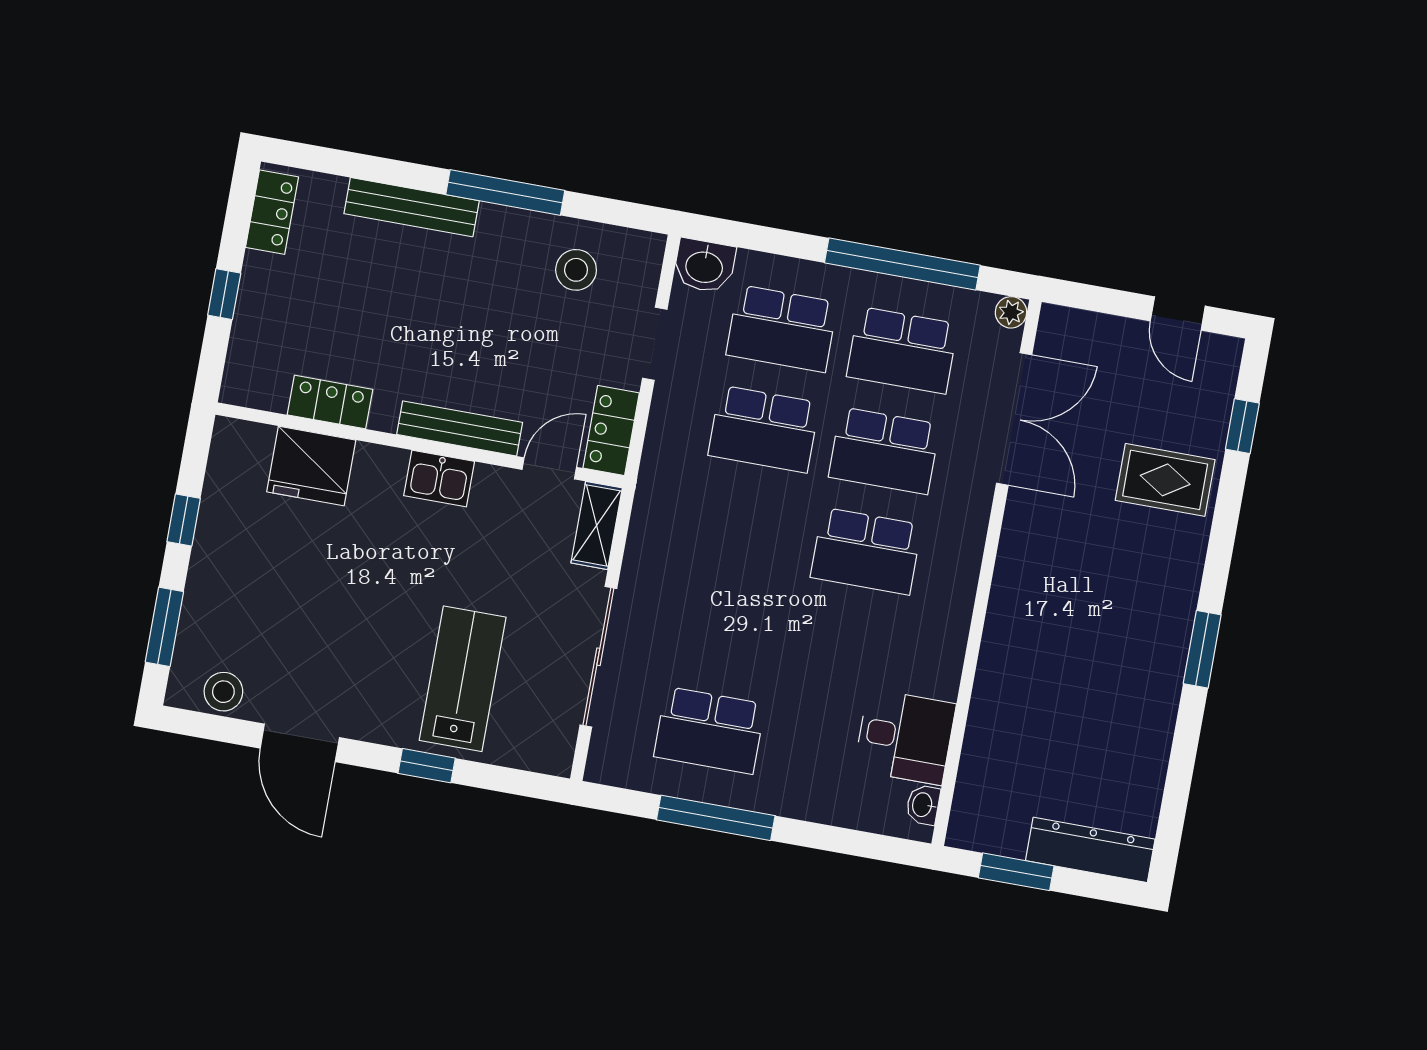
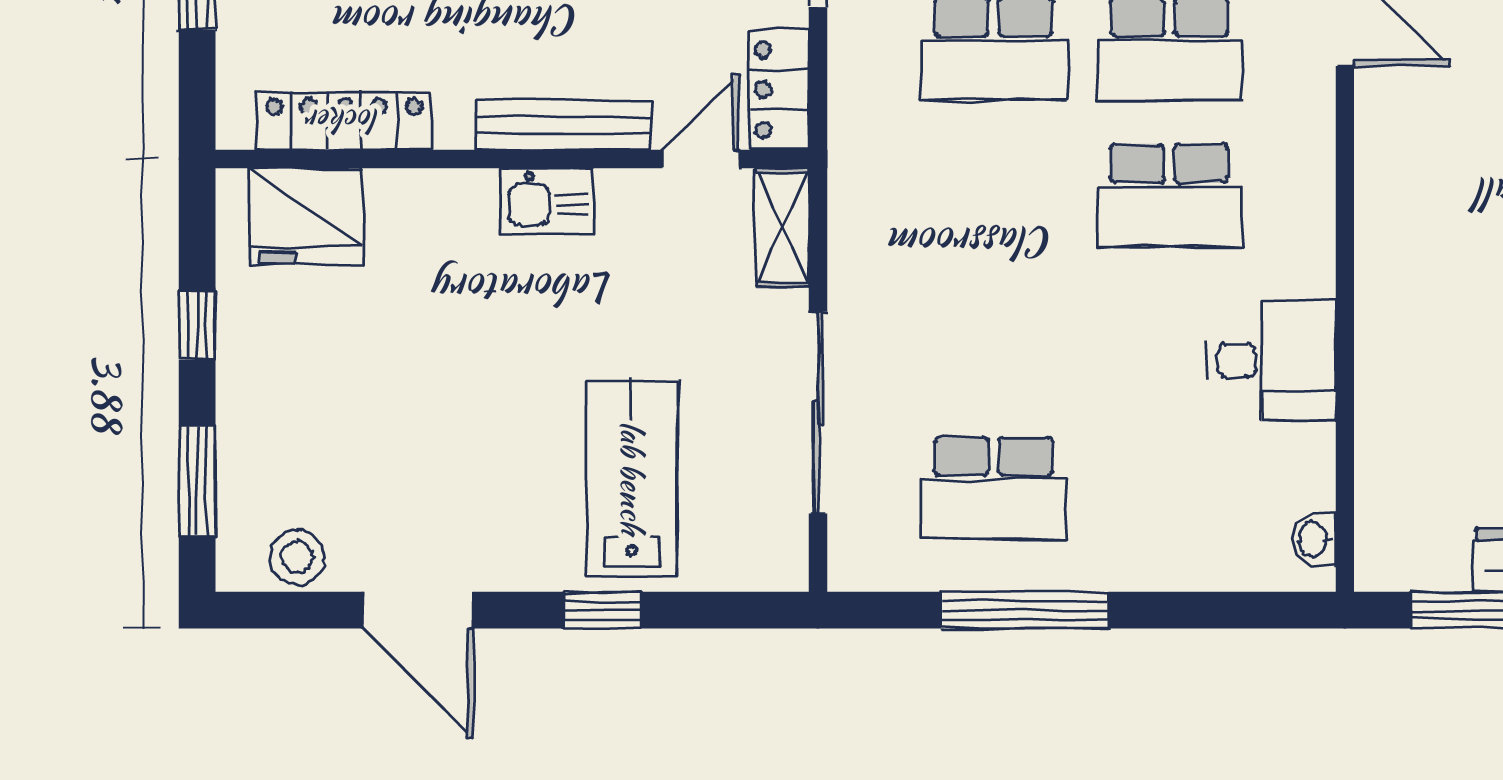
locker: (330, 402) -> (344, 121), width x1.53
fridge: (311, 466) -> (306, 216), moved
desk: (905, 737) -> (1271, 361), moved

